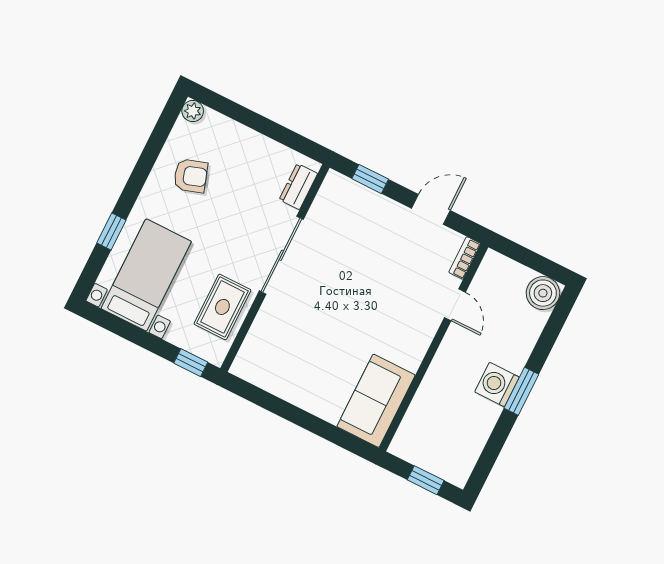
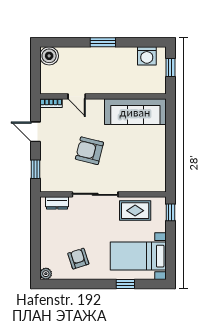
armchair: (357, 281) -> (89, 151), added
door: (455, 305) -> (77, 96), swing flipped
washing machine: (497, 384) -> (147, 56), moved
sofa: (376, 401) -> (135, 112), width x1.36

